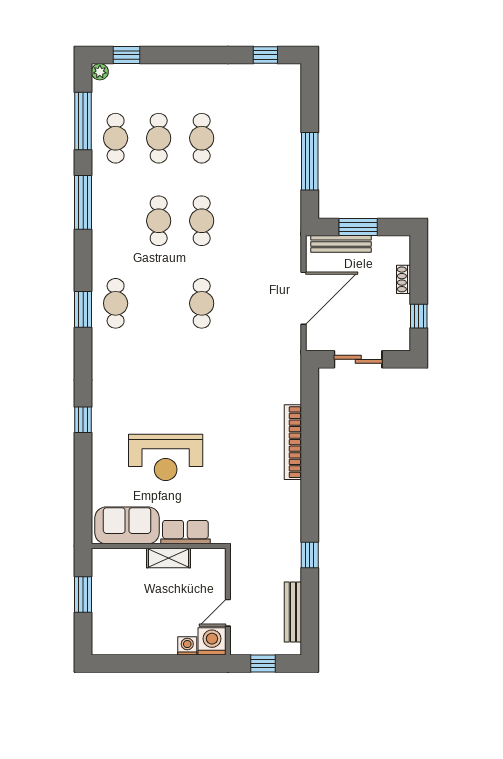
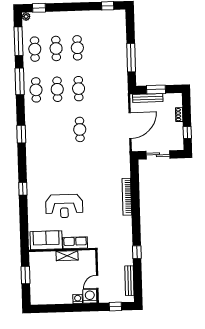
cafe table: (116, 303) -> (36, 90), moved

